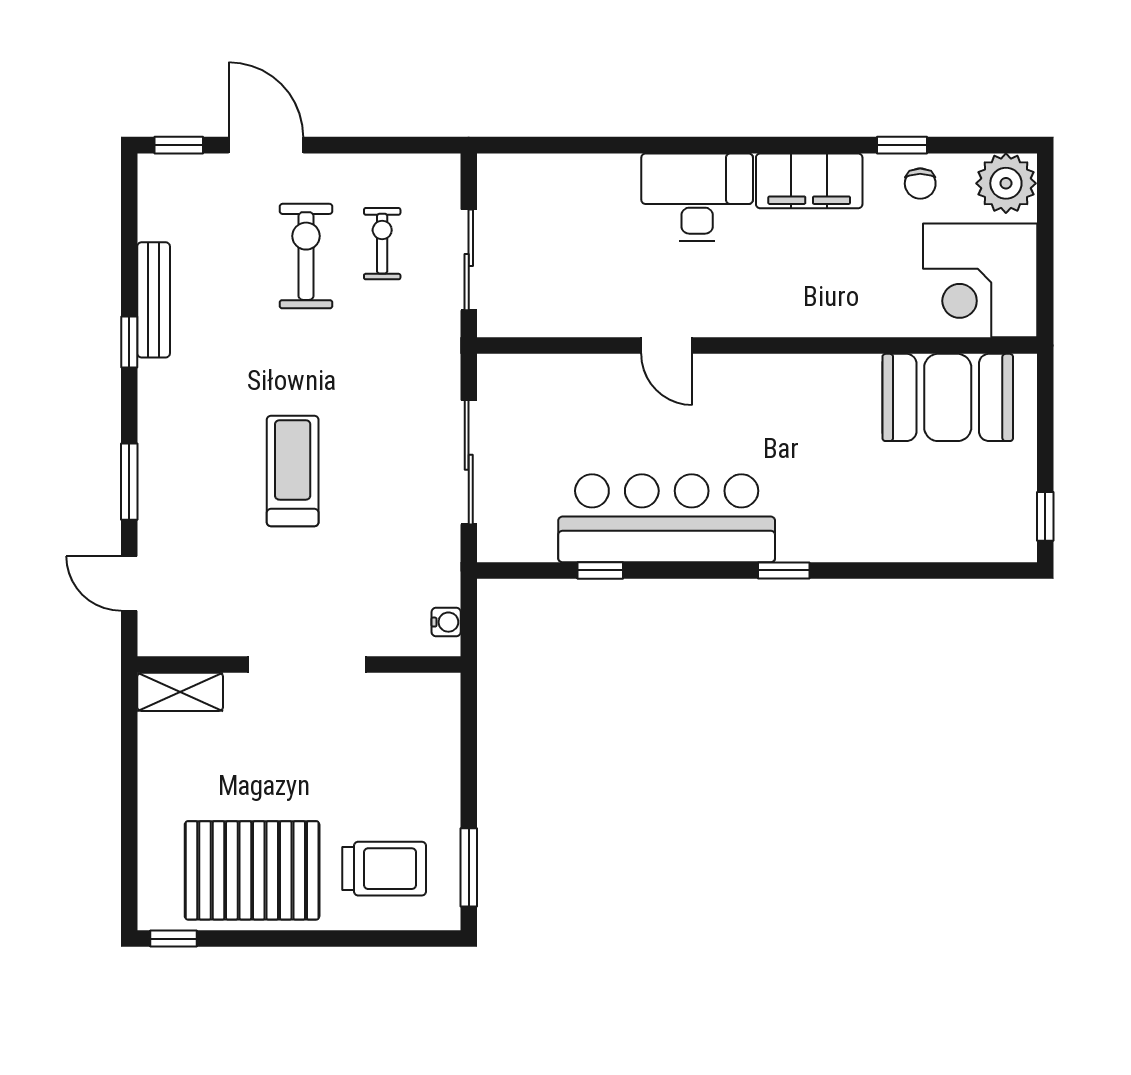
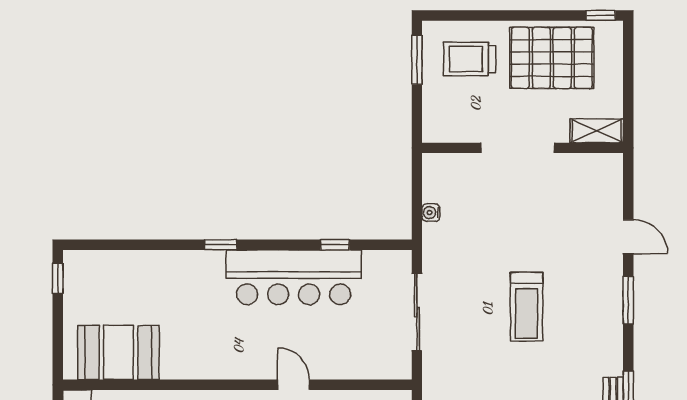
wall: (299, 665) -> (523, 148), moved
doorway: (307, 665) -> (518, 148), moved
shelving: (180, 692) -> (597, 131), moved

